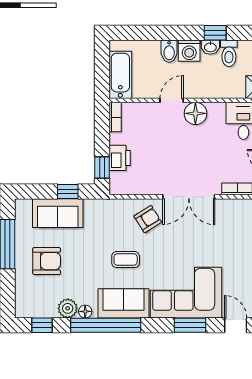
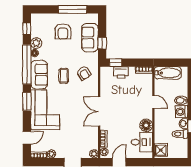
floor lamp: (195, 113) -> (146, 125), moved
armchair: (148, 219) -> (84, 73), moved
window: (190, 325) -> (27, 102), moved

